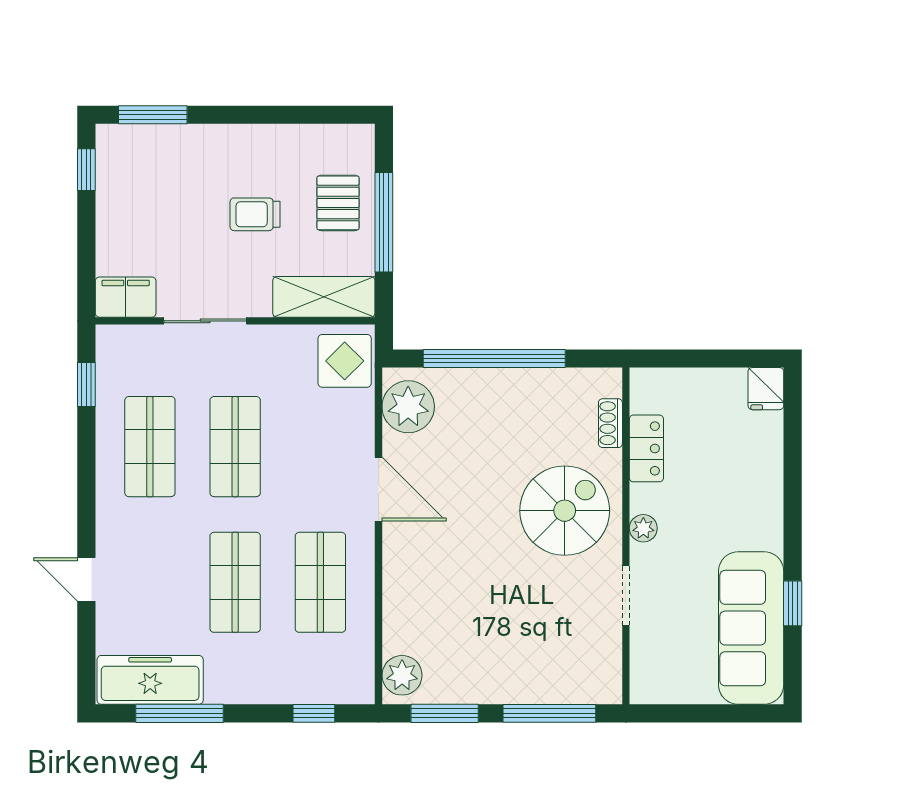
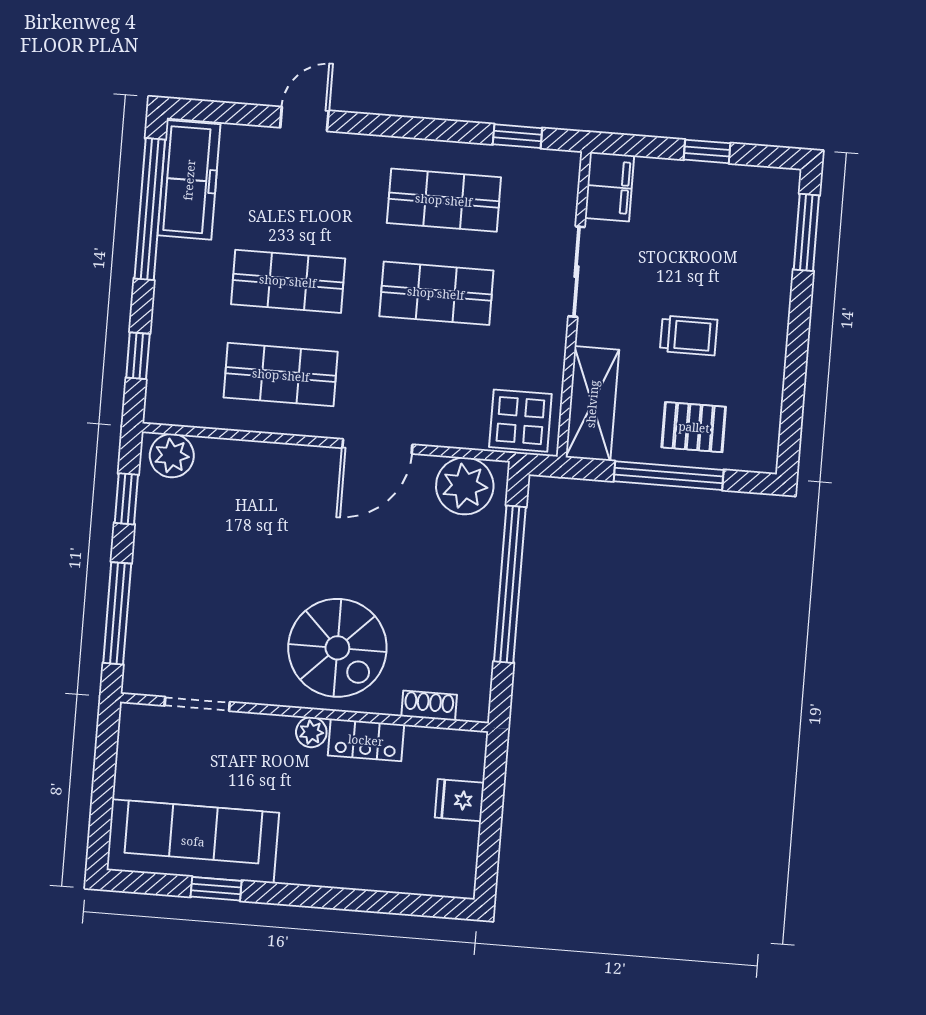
window: (86, 170) -> (707, 151), moved
trolley: (255, 214) -> (689, 335), turned 90
fridge: (766, 389) -> (459, 800), moved
locker: (646, 448) -> (366, 740), moved
doorway: (626, 596) -> (197, 704), moved
window: (180, 713) -> (150, 209), width x1.46
window: (445, 713) -> (126, 499), width x0.67

